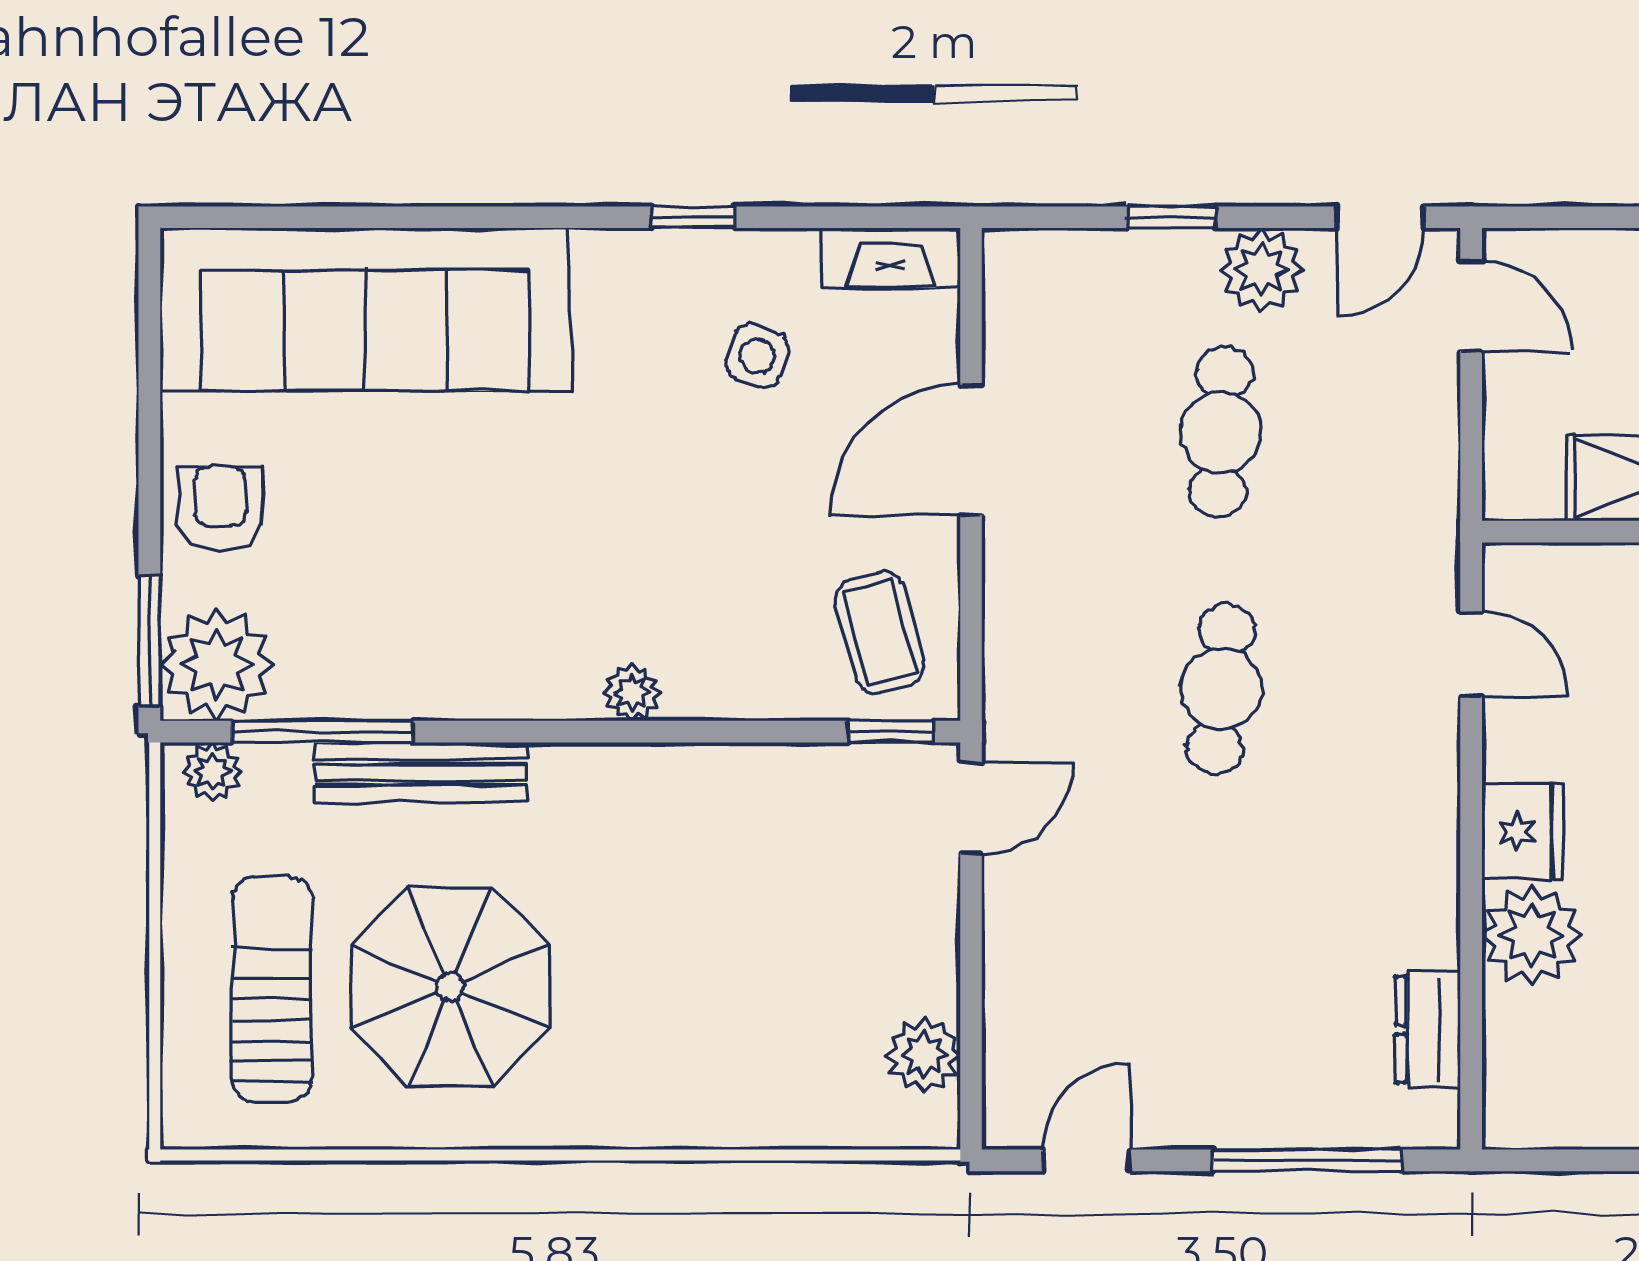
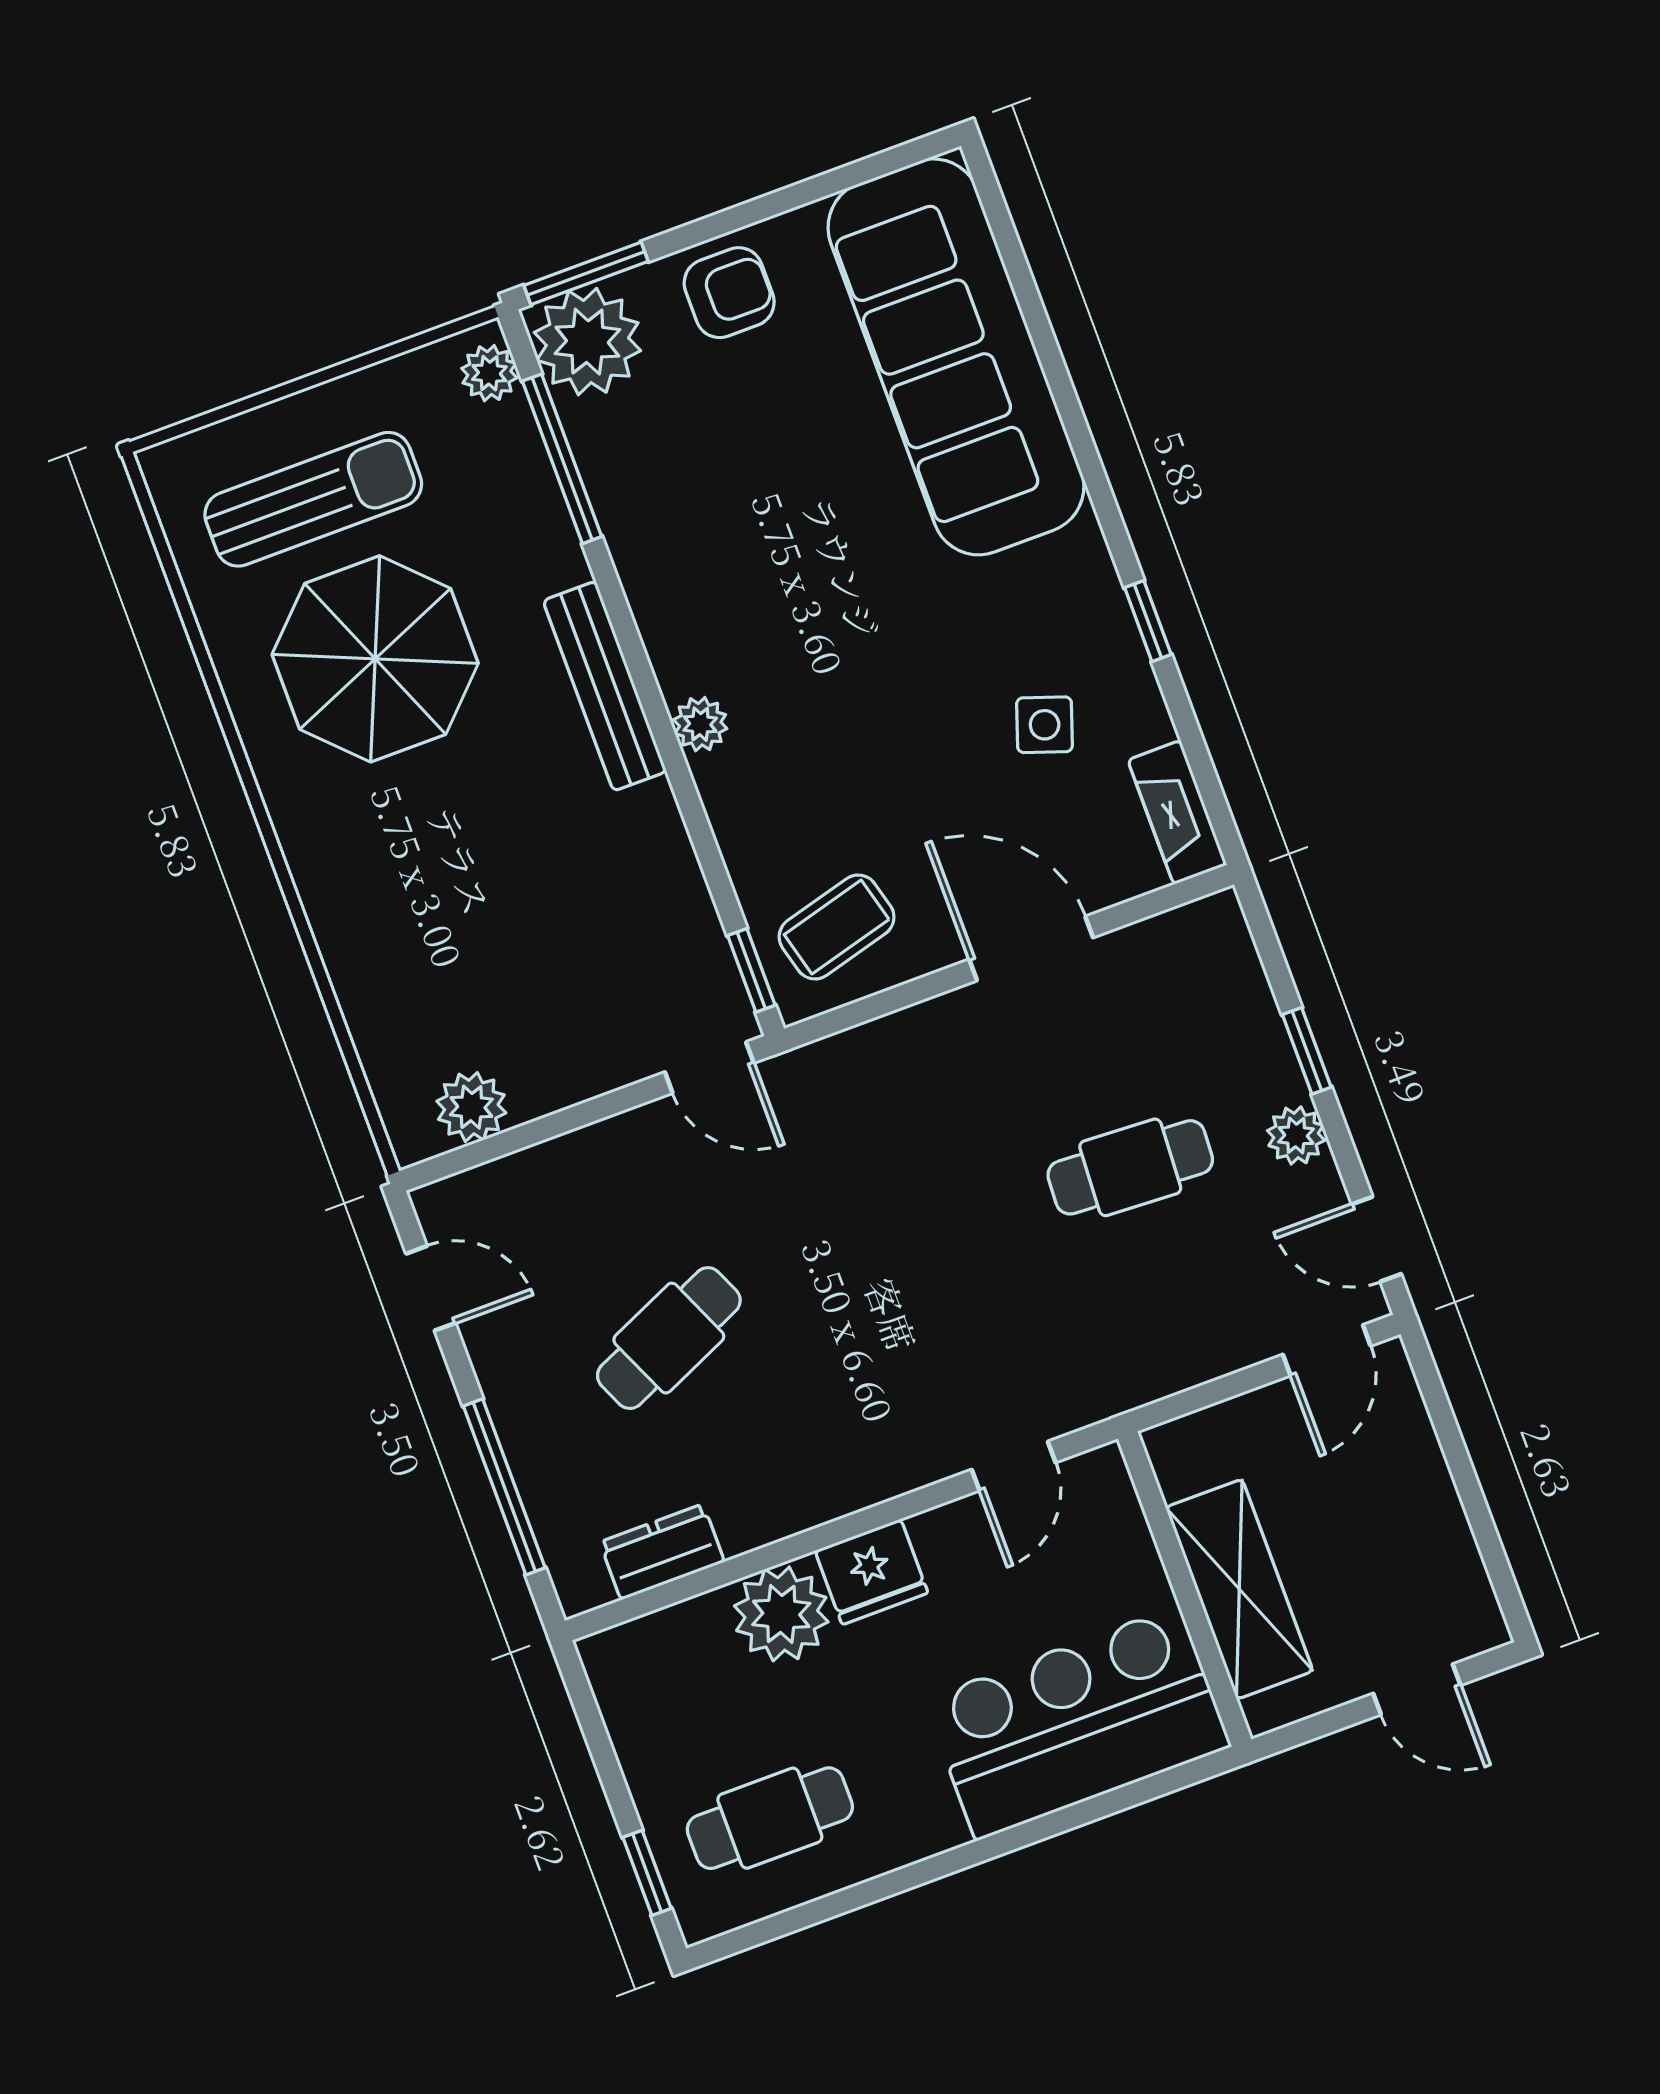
plant: (1261, 270) -> (1296, 1135), width x0.73, depth x0.73
cafe table: (1221, 689) -> (669, 1338), moved, turned -30
bench: (421, 772) -> (605, 686), moved

